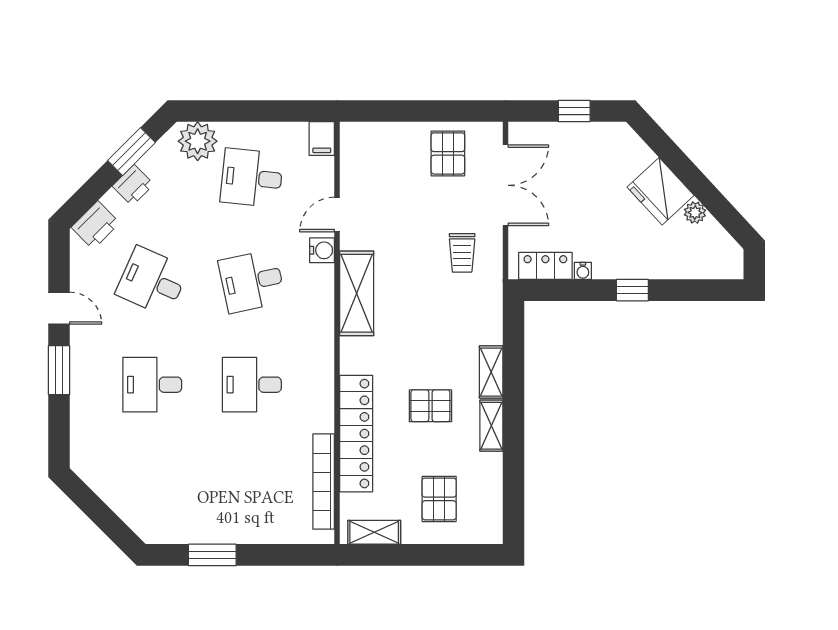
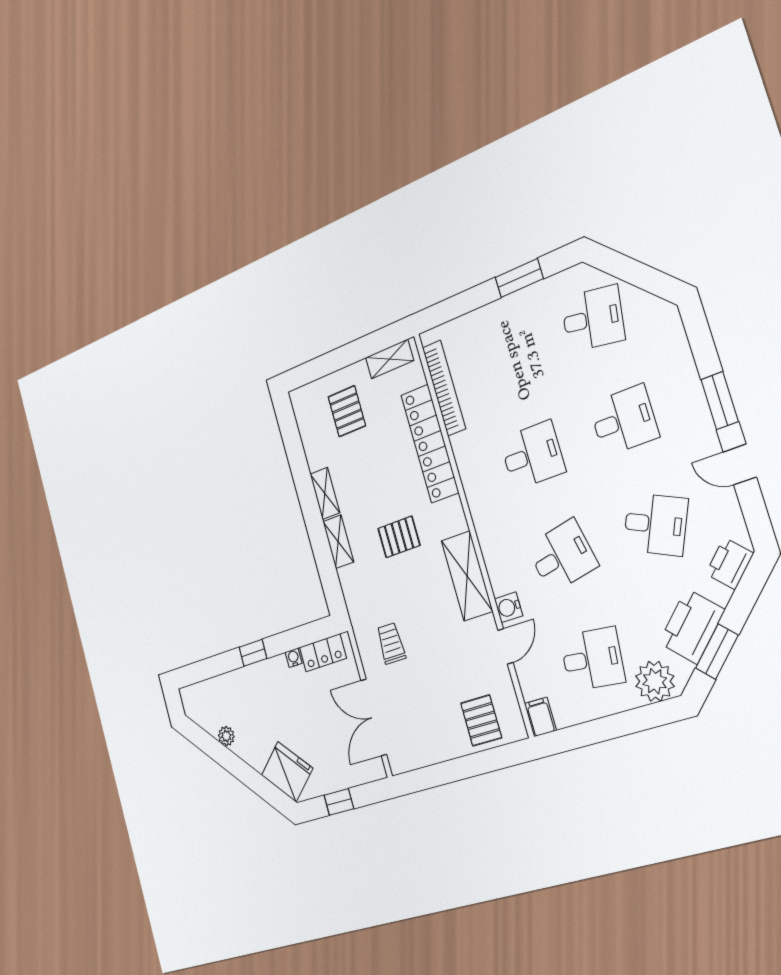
pallet: (448, 153) -> (481, 720), moved
printer: (133, 185) -> (692, 626), width x1.87, depth x1.48
fridge: (661, 191) -> (287, 772), moved
pallet: (430, 406) -> (399, 537), moved
desk: (152, 488) -> (593, 319), added

